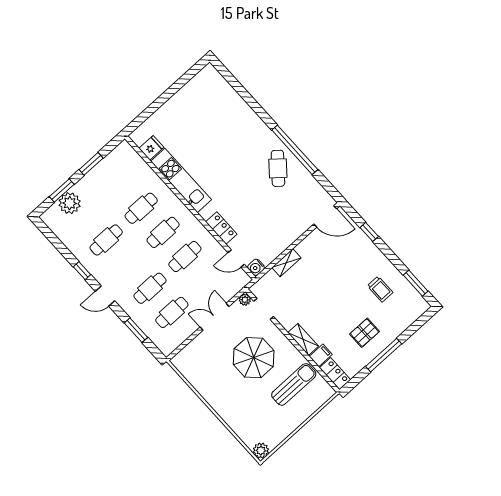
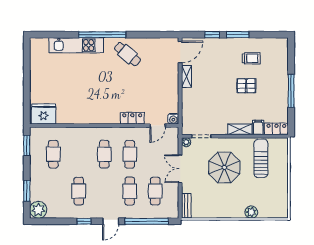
fridge: (151, 148) -> (44, 114), width x1.88, depth x1.34
window: (295, 150) -> (102, 35), moved
window: (91, 164) -> (27, 145), moved
kitchen unit: (181, 180) -> (76, 45), moved, turned 180
plant: (70, 203) -> (38, 210), moved
cafe table: (141, 208) -> (53, 154), moved
shelving: (286, 263) -> (187, 77), moved
window: (416, 283) -> (238, 35), moved
window: (136, 330) -> (147, 221), width x2.11
pallet: (365, 333) -> (246, 86), moved, turned 90
bench: (185, 354) -> (186, 206), added
plant: (261, 451) -> (251, 212), moved

